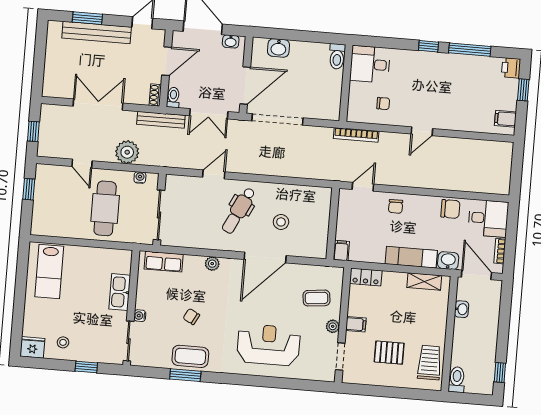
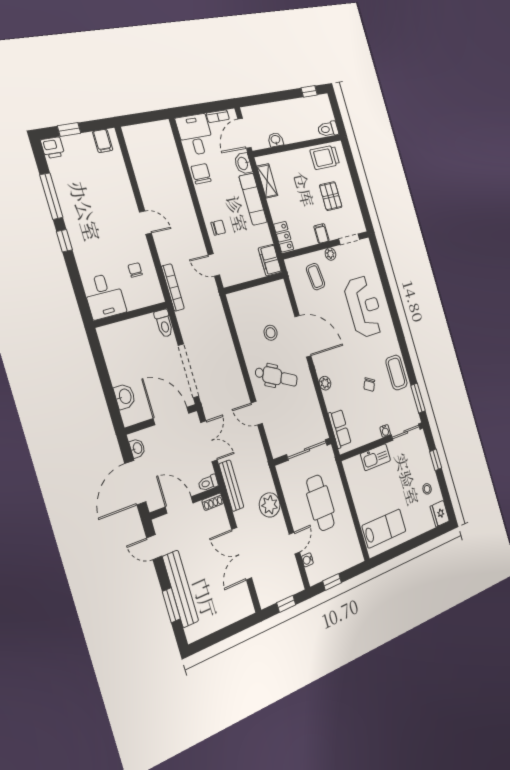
toilet: (337, 56) -> (164, 323), moved, turned 90
water cooler: (140, 178) -> (307, 560), moved
cafe table: (105, 208) -> (320, 503), turned 90
filing cabinet: (341, 251) -> (270, 260), width x2.00
reception desk: (269, 345) -> (364, 307), turned 180
window: (185, 375) -> (418, 398), moved

